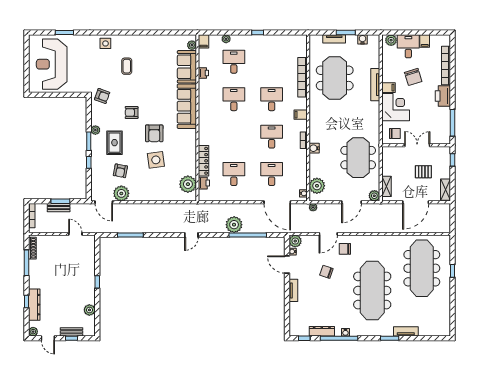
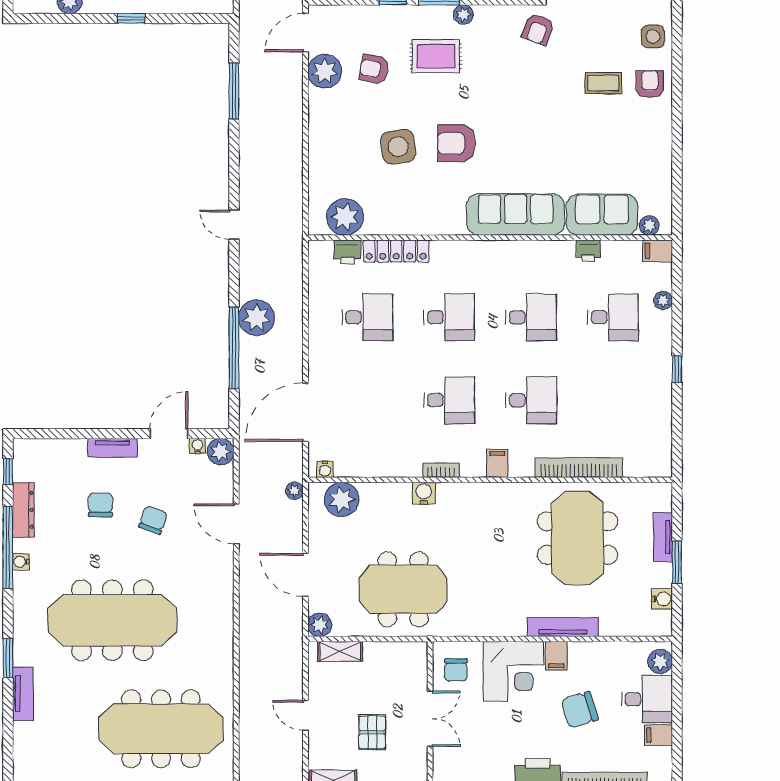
meeting table: (335, 78) -> (577, 538), turned 90
armchair: (132, 113) -> (650, 84), moved
desk: (272, 174) -> (449, 317), moved
door: (416, 202) -> (305, 715), width x0.53
chair: (345, 249) -> (100, 505), moved

